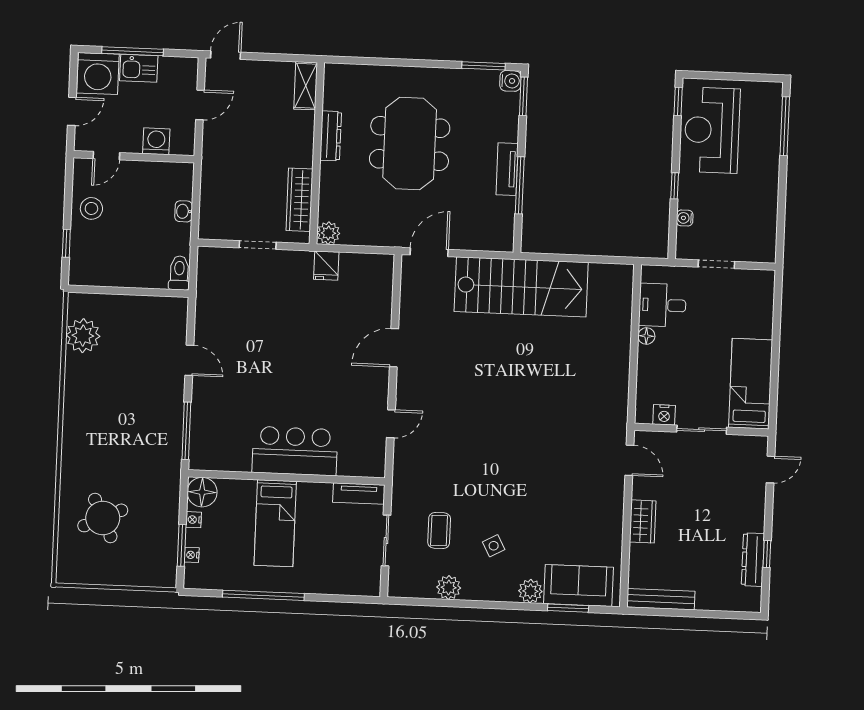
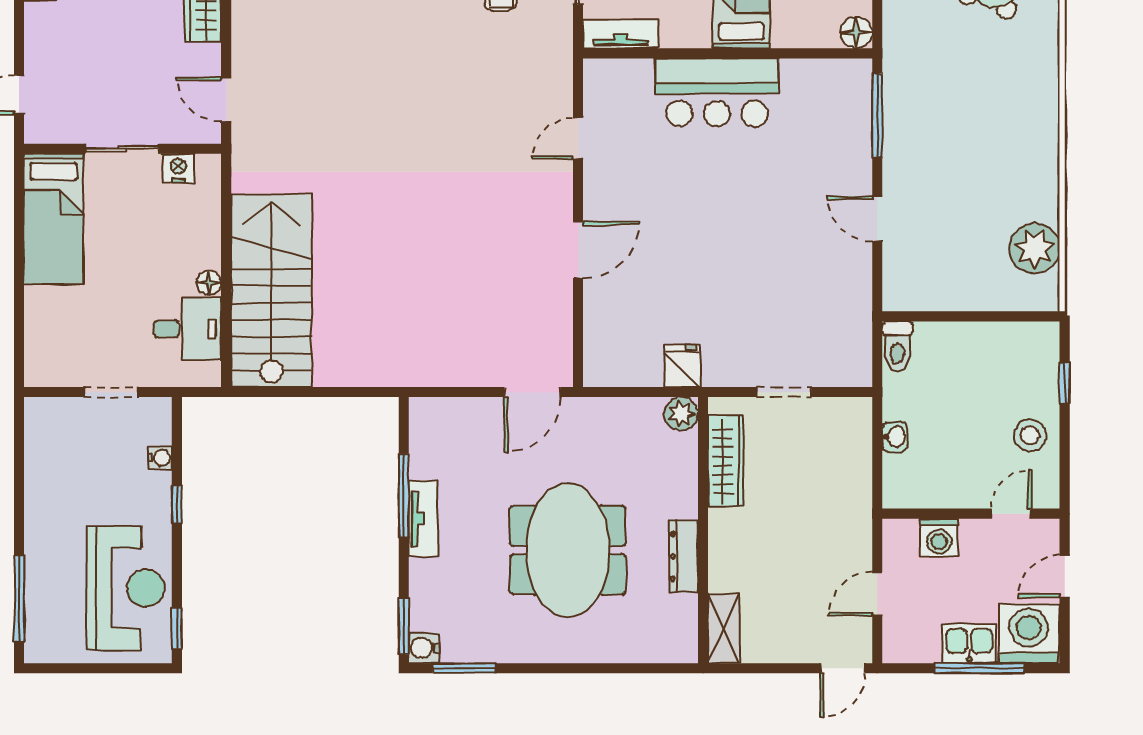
stairs: (521, 287) -> (271, 290), moved, turned 90
floor lamp: (202, 492) -> (856, 33), width x0.73, depth x0.73

